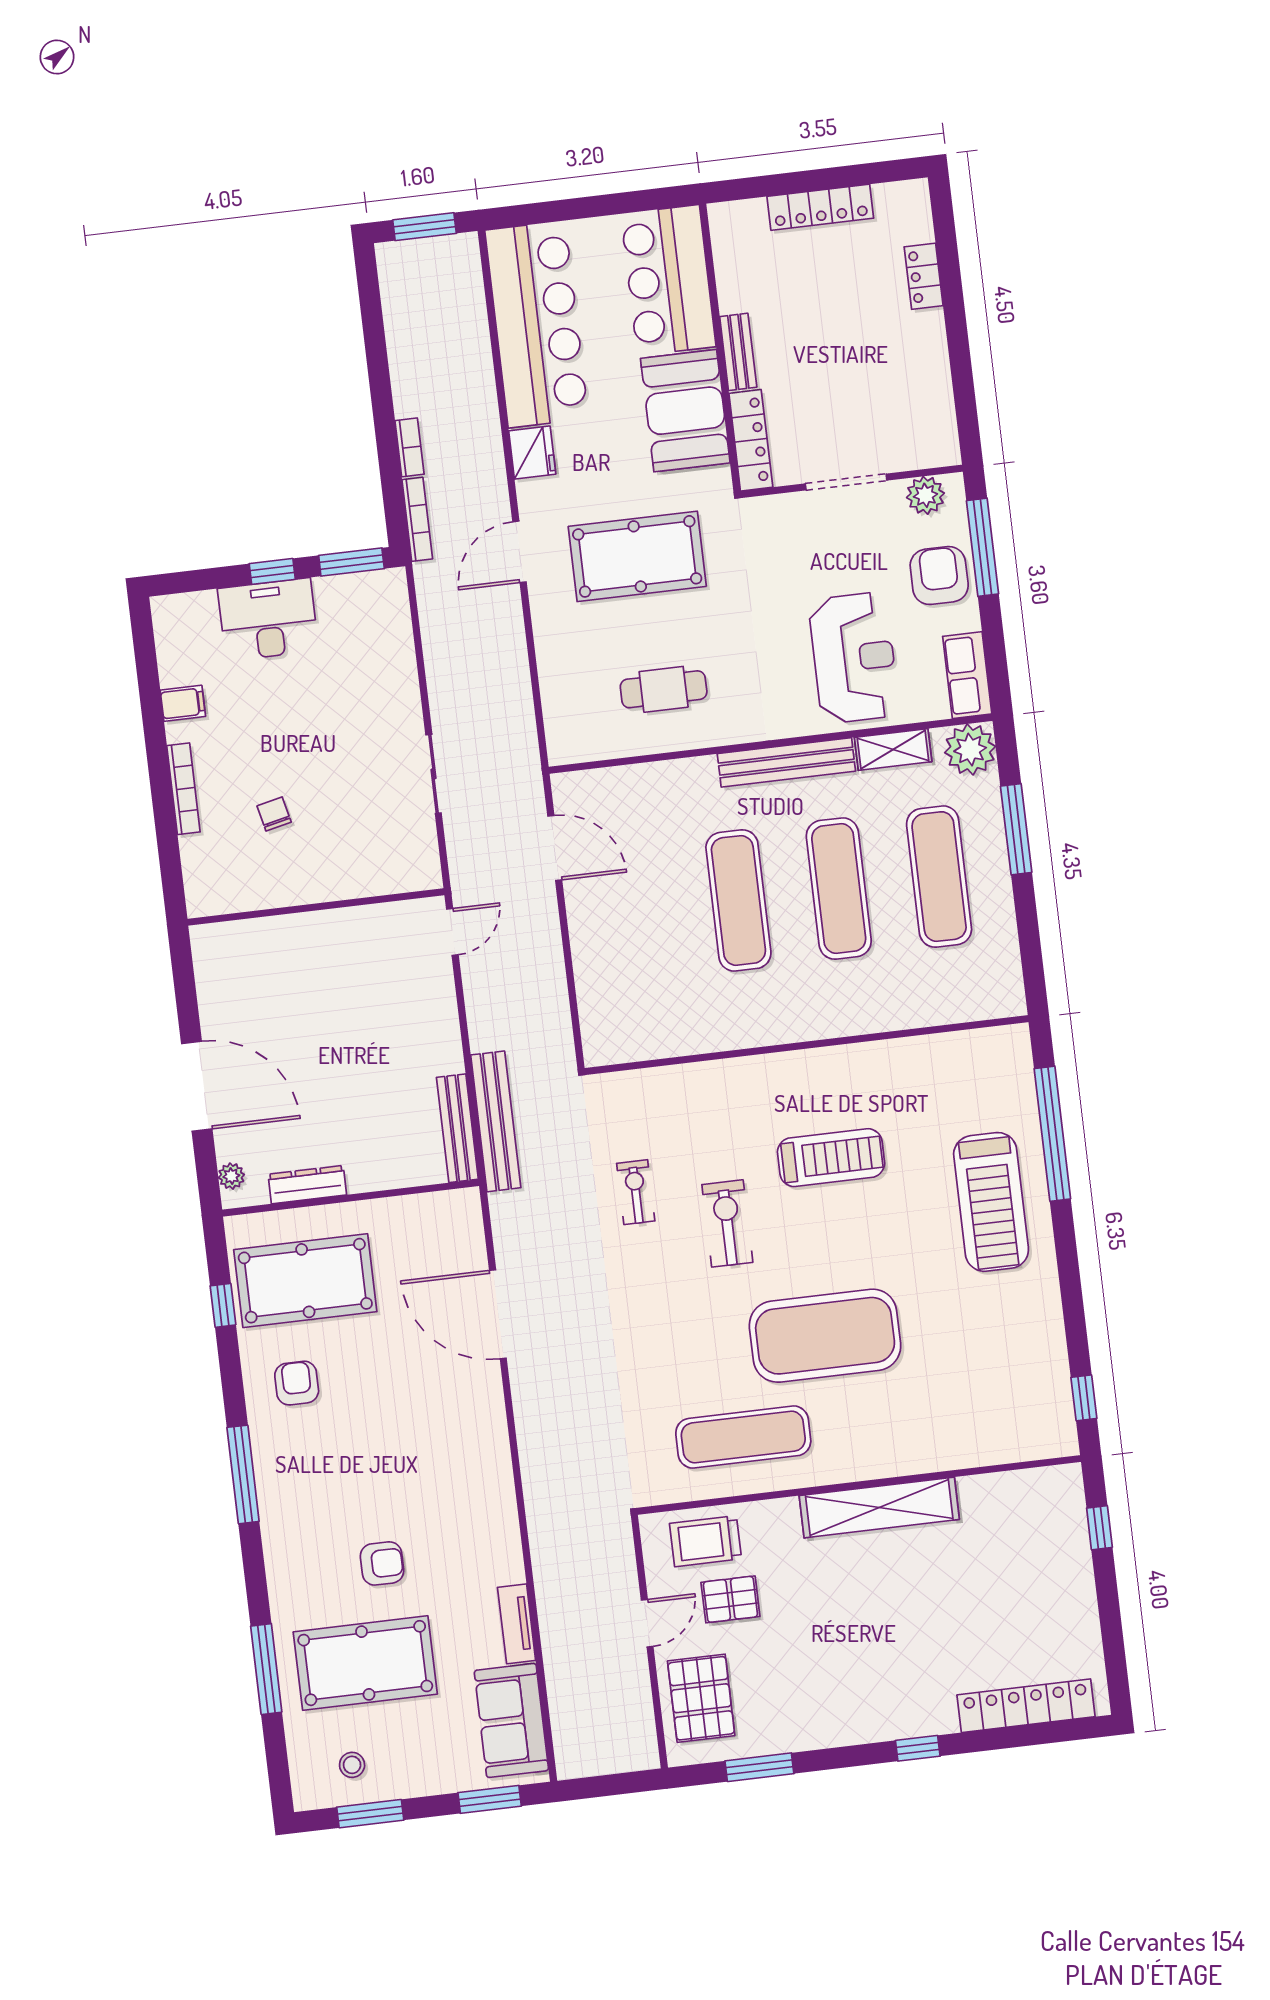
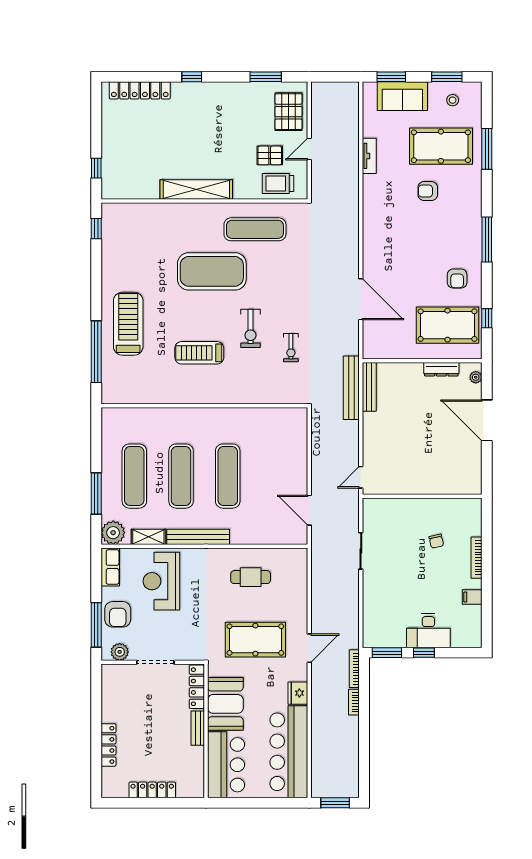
locker: (924, 276) -> (109, 745), width x1.53
trolley: (706, 1541) -> (278, 184), turned 180
sofa: (511, 1720) -> (402, 96), moved, turned 90

